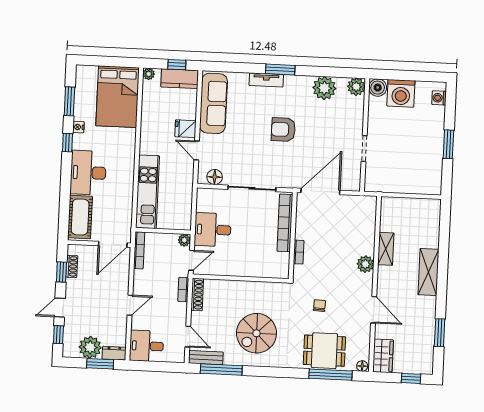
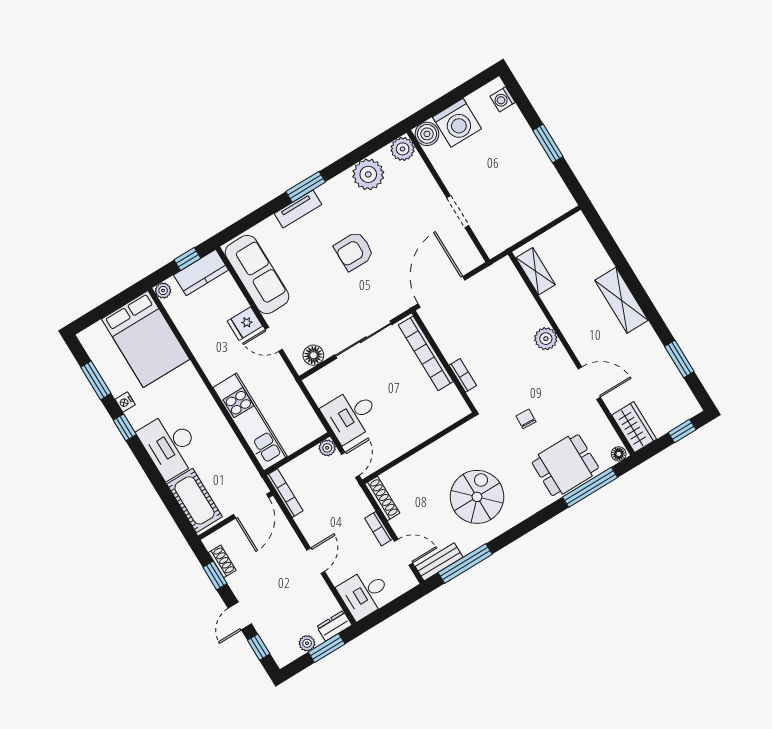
shelving: (386, 249) -> (536, 271), moved
bookcase: (183, 289) -> (379, 529), moved
spiral stairs: (256, 333) -> (477, 497), turned 180
plant: (90, 347) -> (307, 643), width x0.53, depth x0.53

